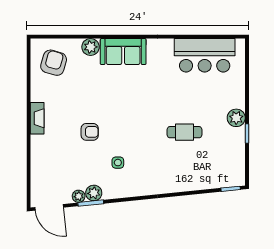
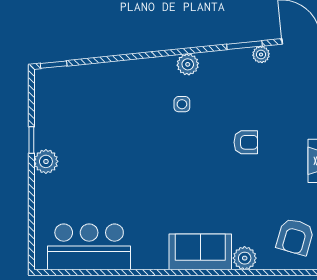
armchair: (90, 132) -> (246, 142), turned 180
cafe table: (184, 132) -> (117, 142), removed
side table: (118, 163) -> (182, 104), moved
plant: (94, 193) -> (188, 64), moved

